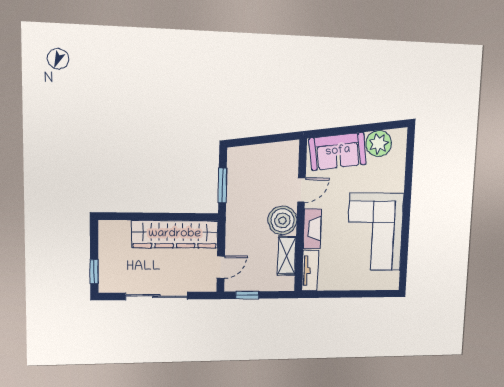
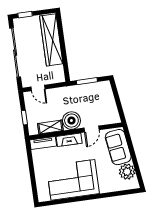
door: (301, 190) -> (92, 129), hinge flipped
wardrobe: (175, 234) -> (51, 40), moved
window: (247, 295) -> (24, 118), moved
sliding door: (156, 296) -> (15, 53), width x1.36

